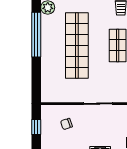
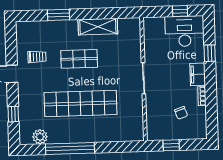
chair: (66, 124) -> (181, 113), moved

